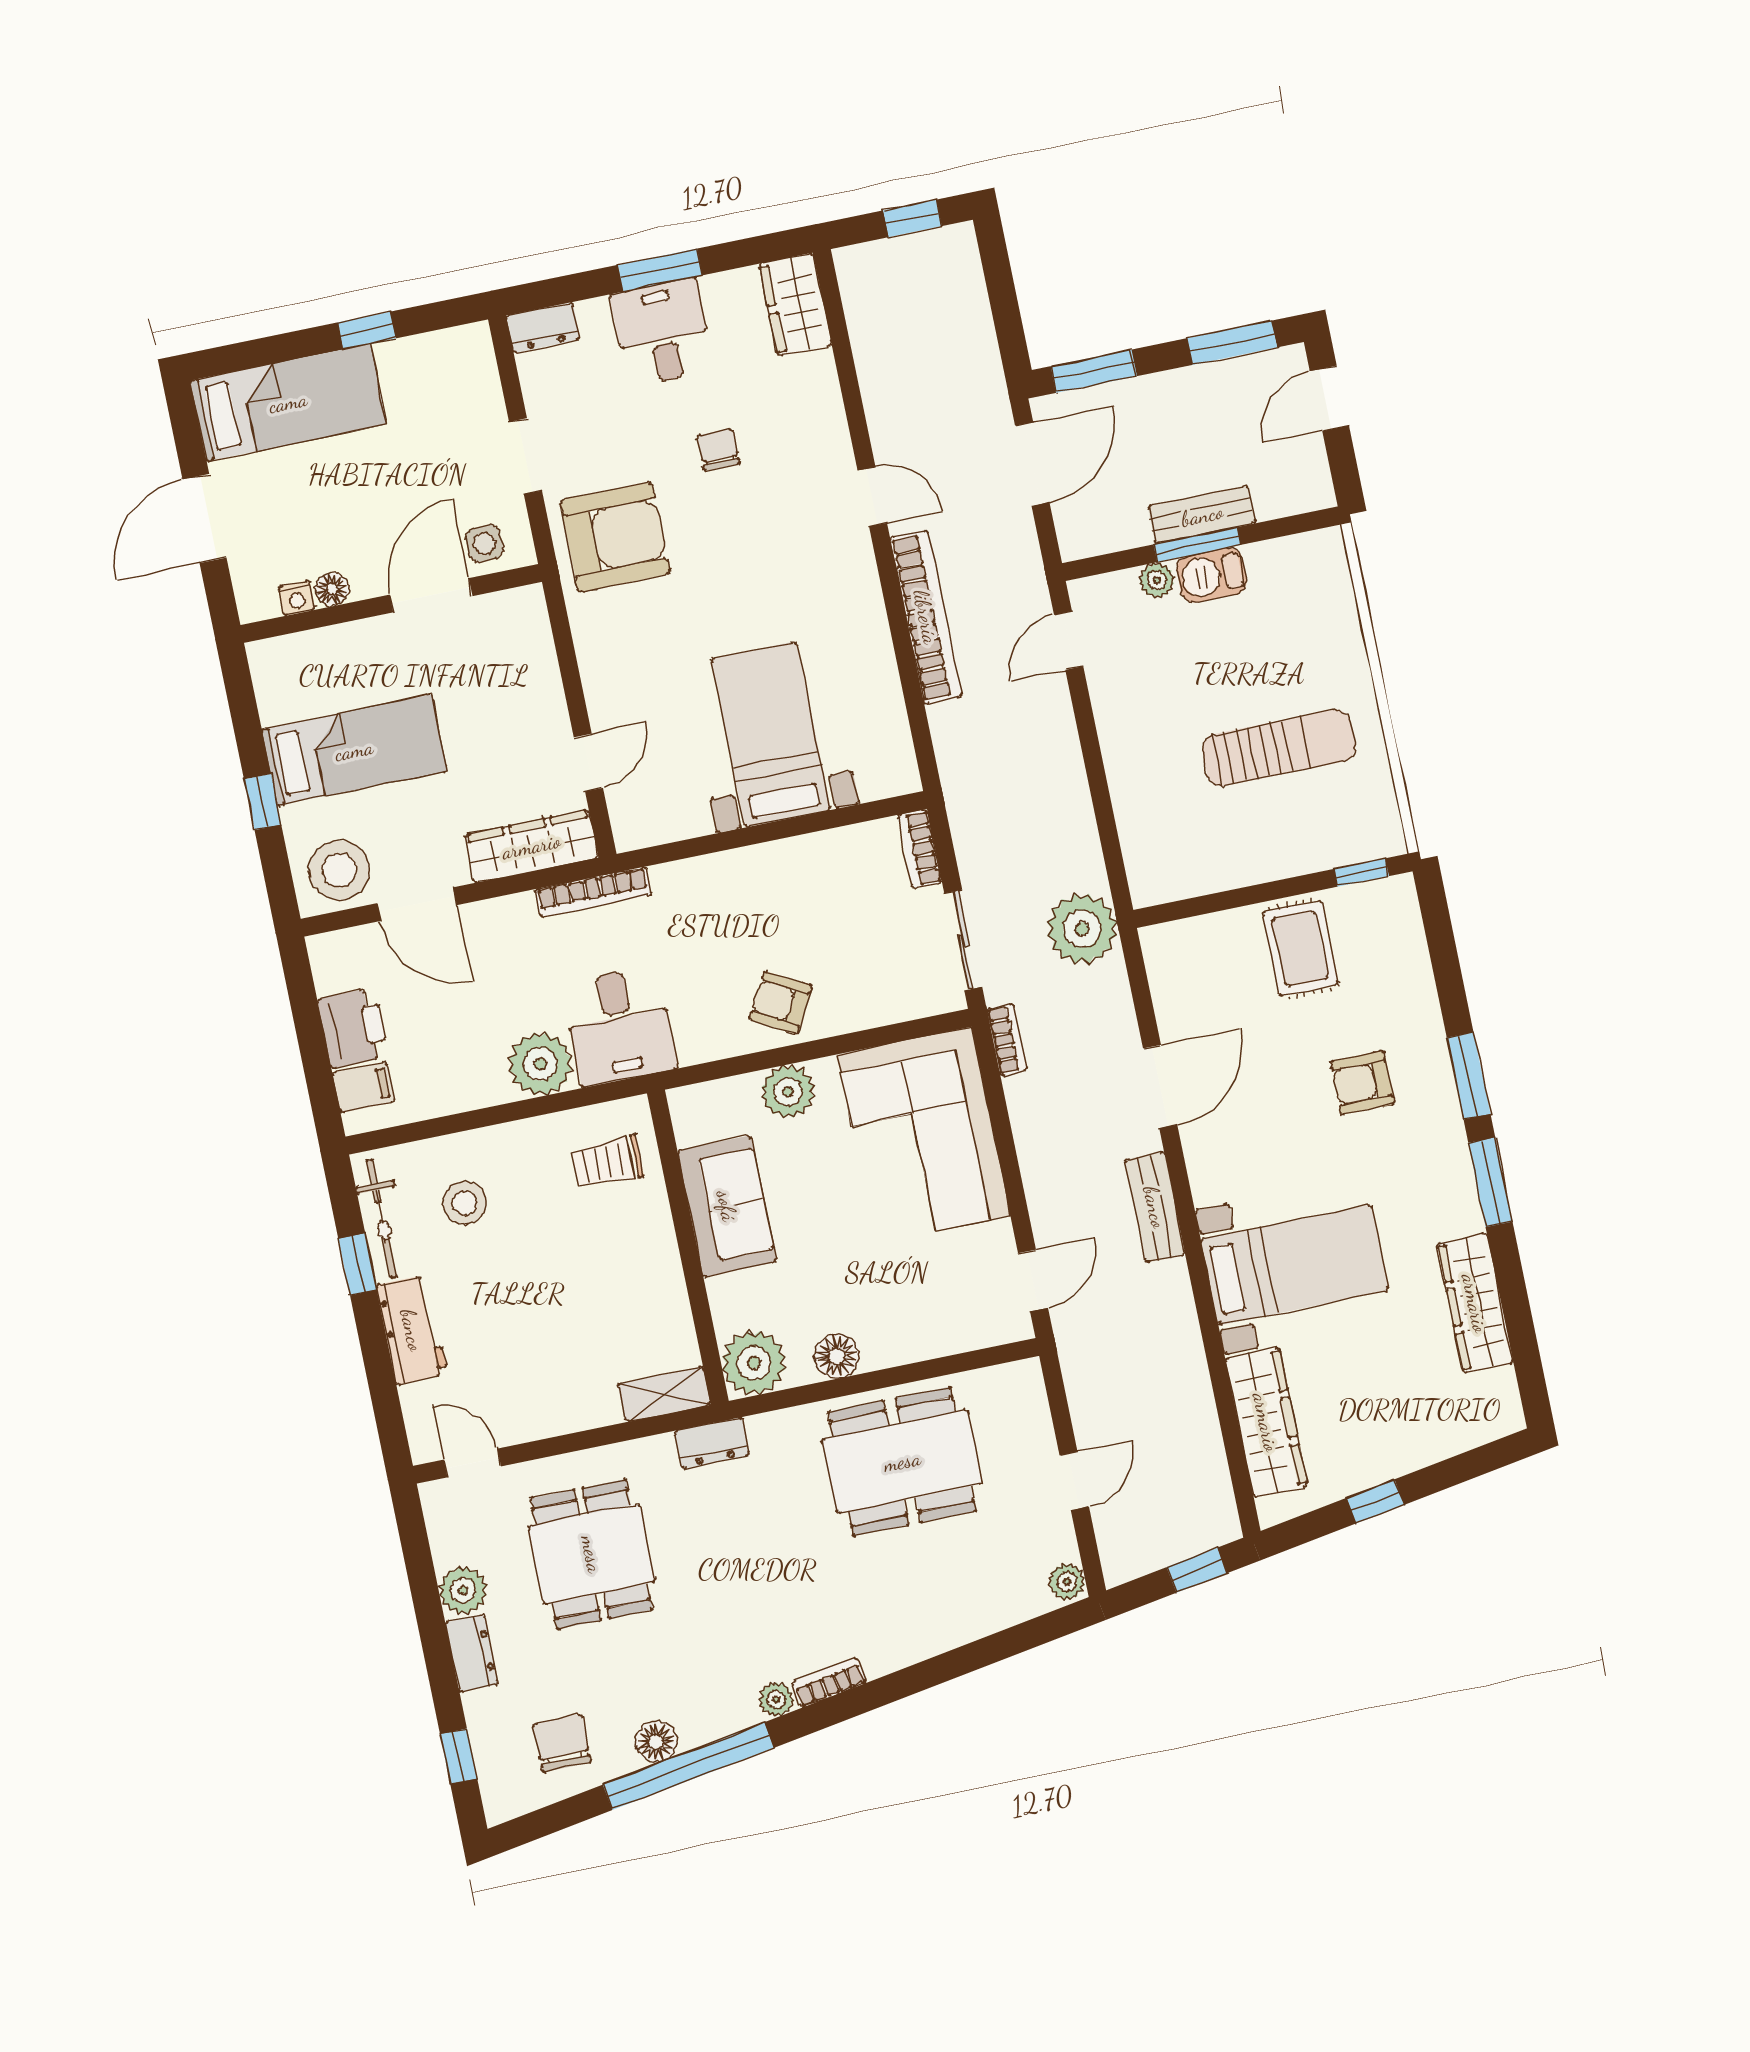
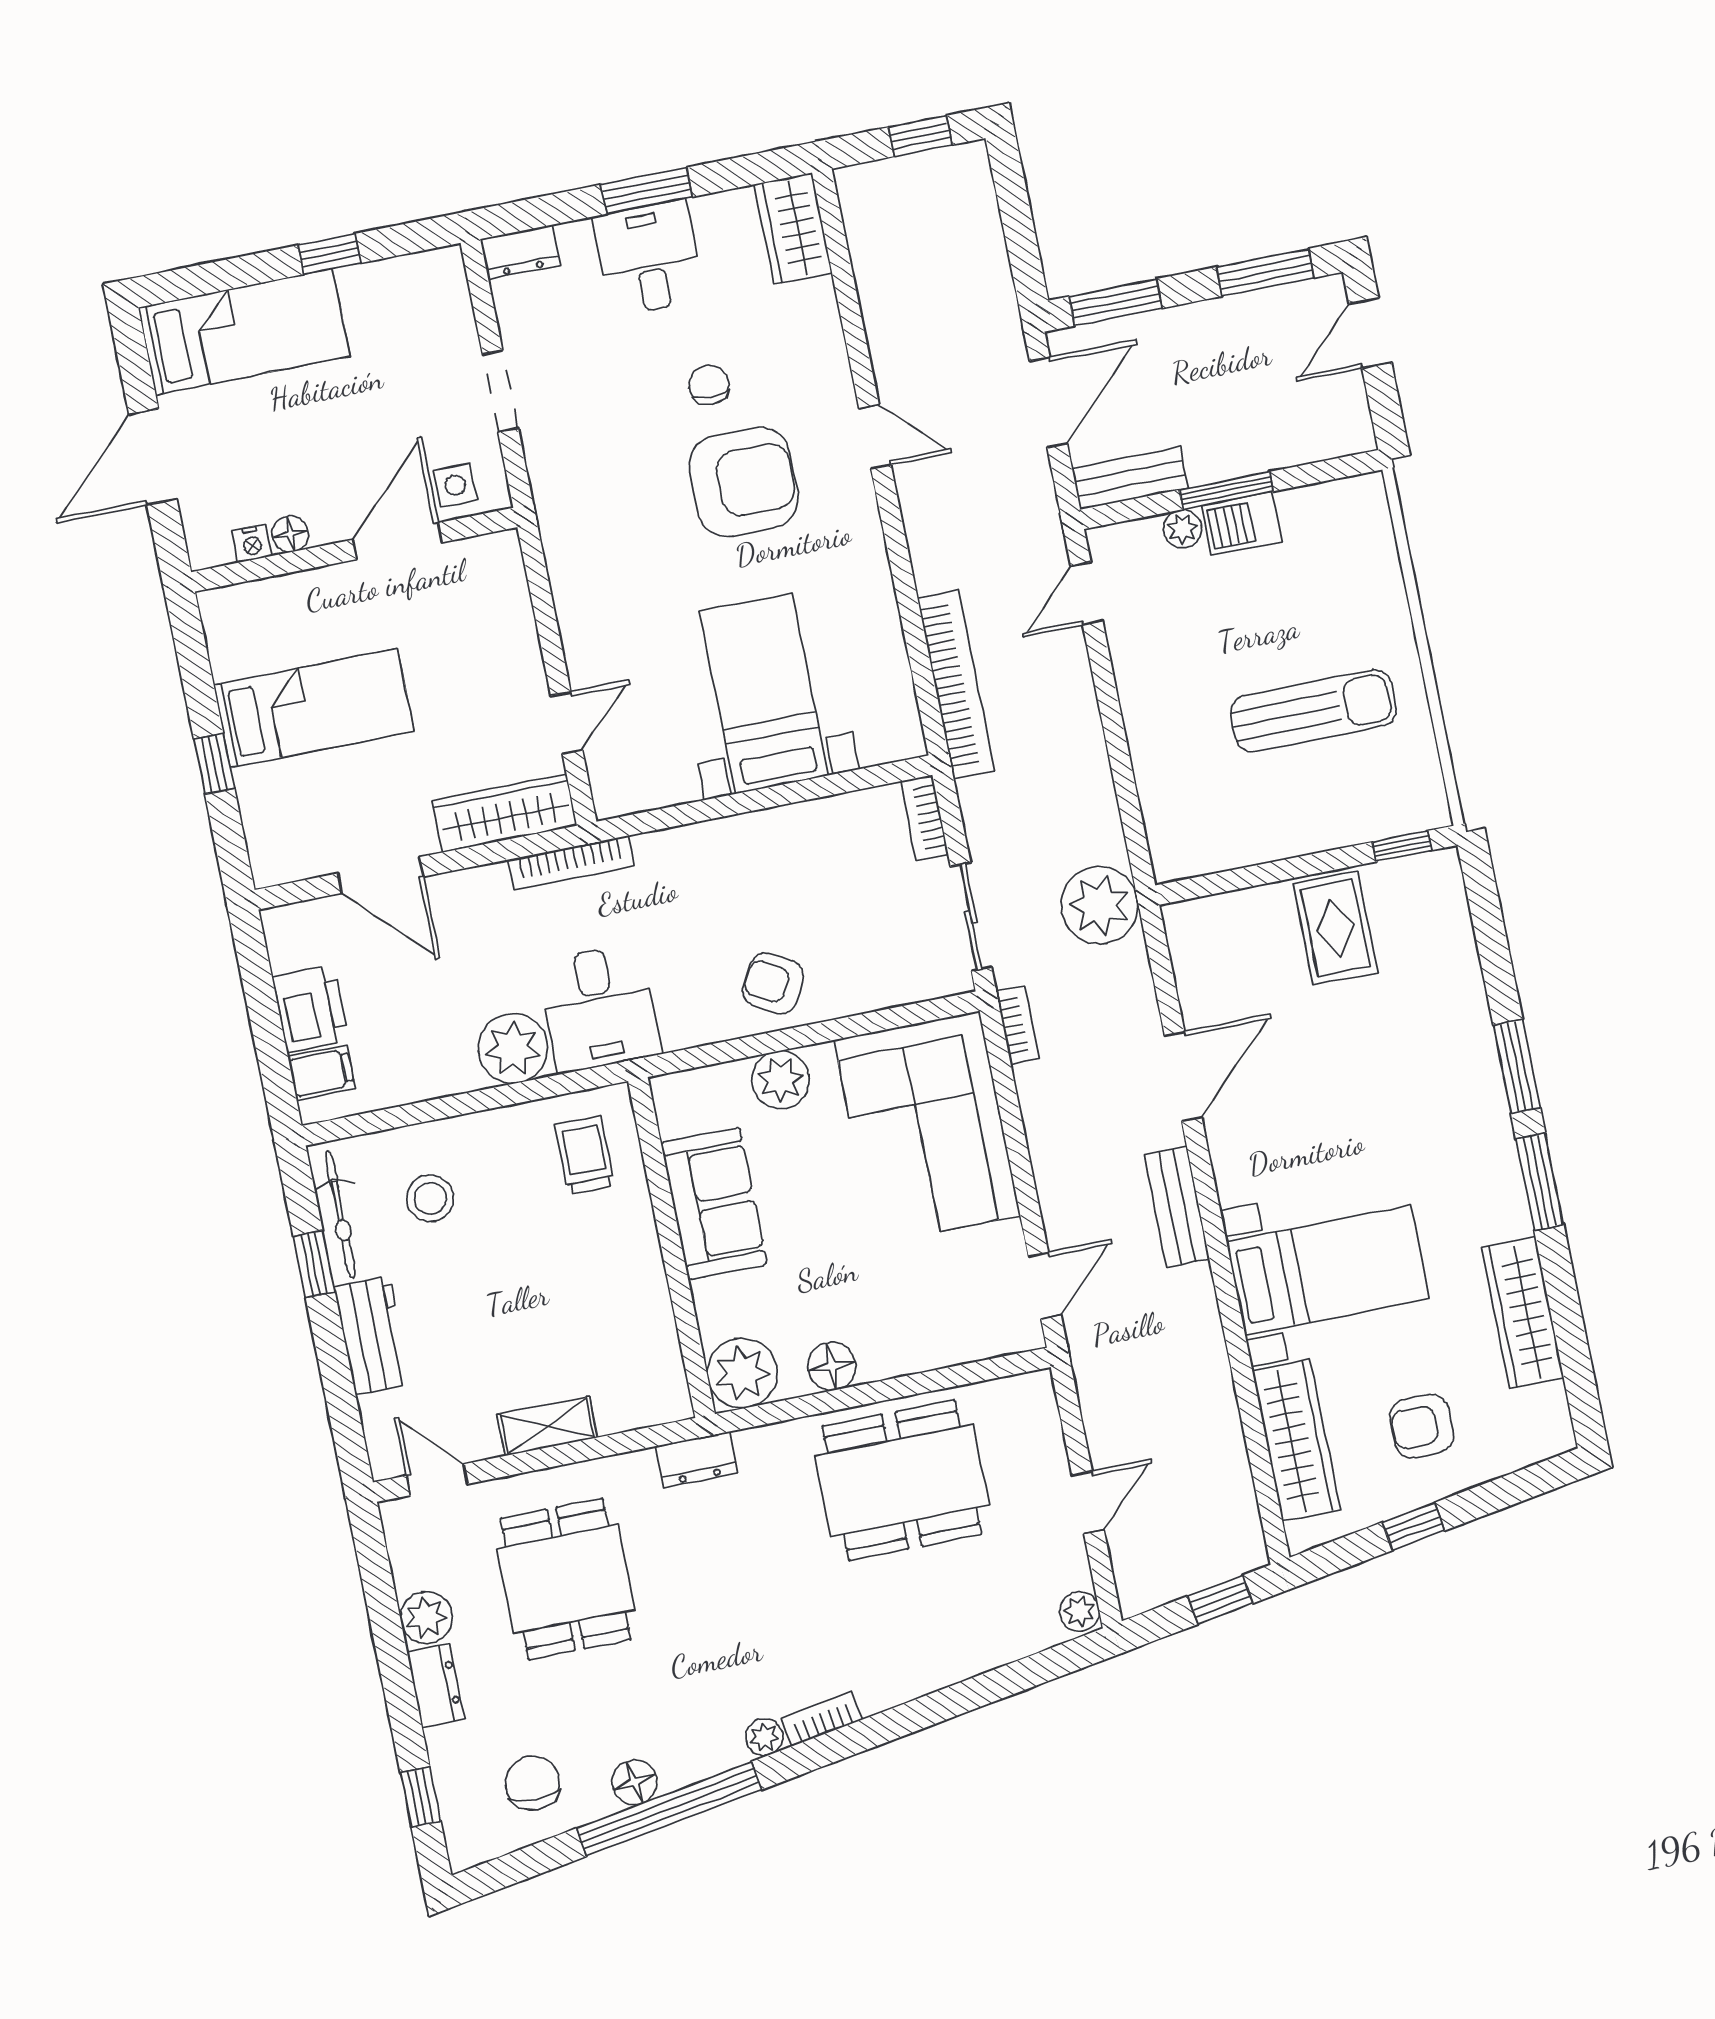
bench: (1202, 515) -> (1130, 478), moved
armchair: (615, 537) -> (744, 482), moved
bookcase: (926, 617) -> (956, 684), moved
stool: (339, 870) -> (296, 838), removed
armchair: (1363, 1083) -> (1422, 1426), moved
trolley: (607, 1162) -> (585, 1155), turned 90
shelving: (664, 1394) -> (547, 1426), moved

